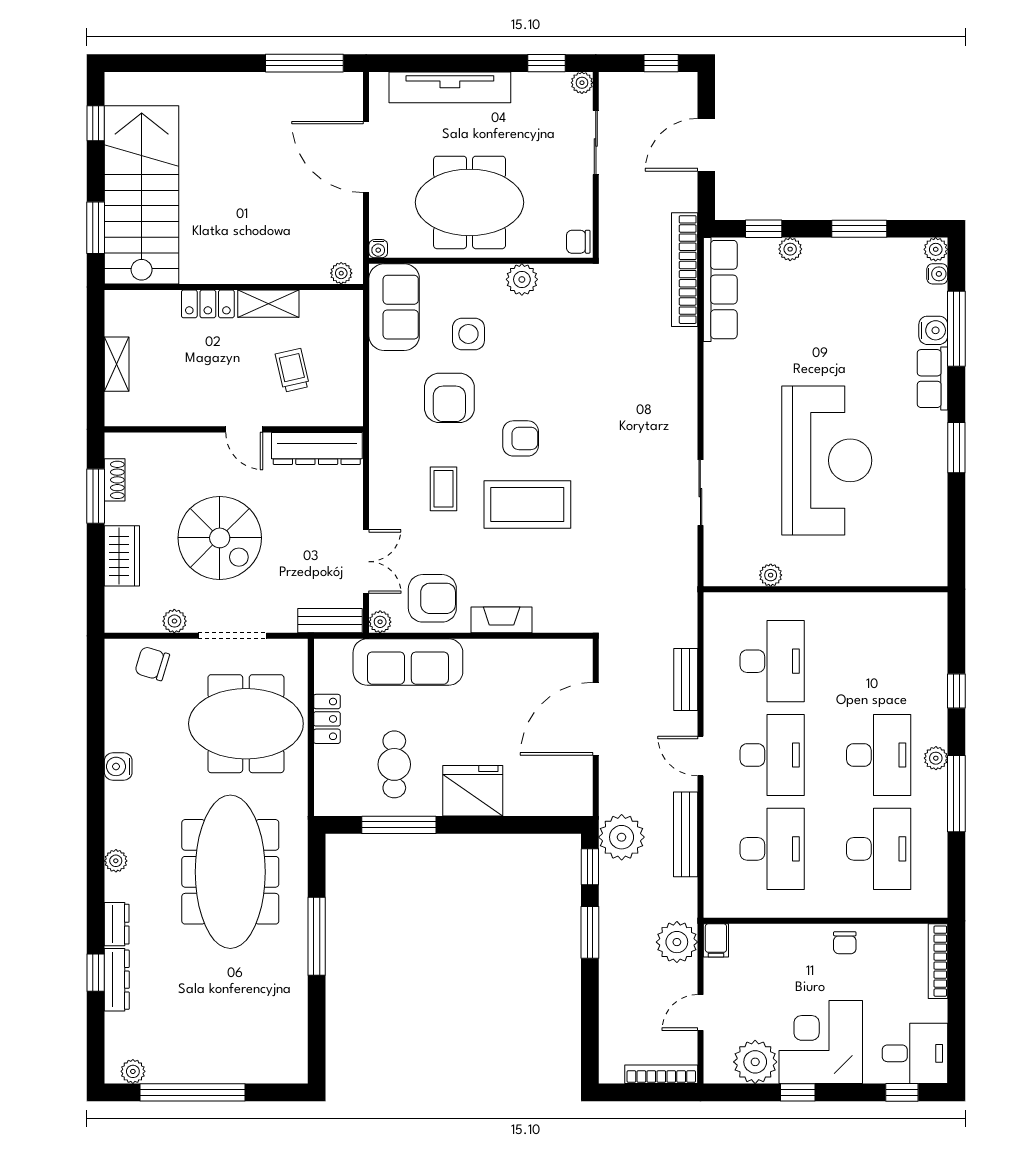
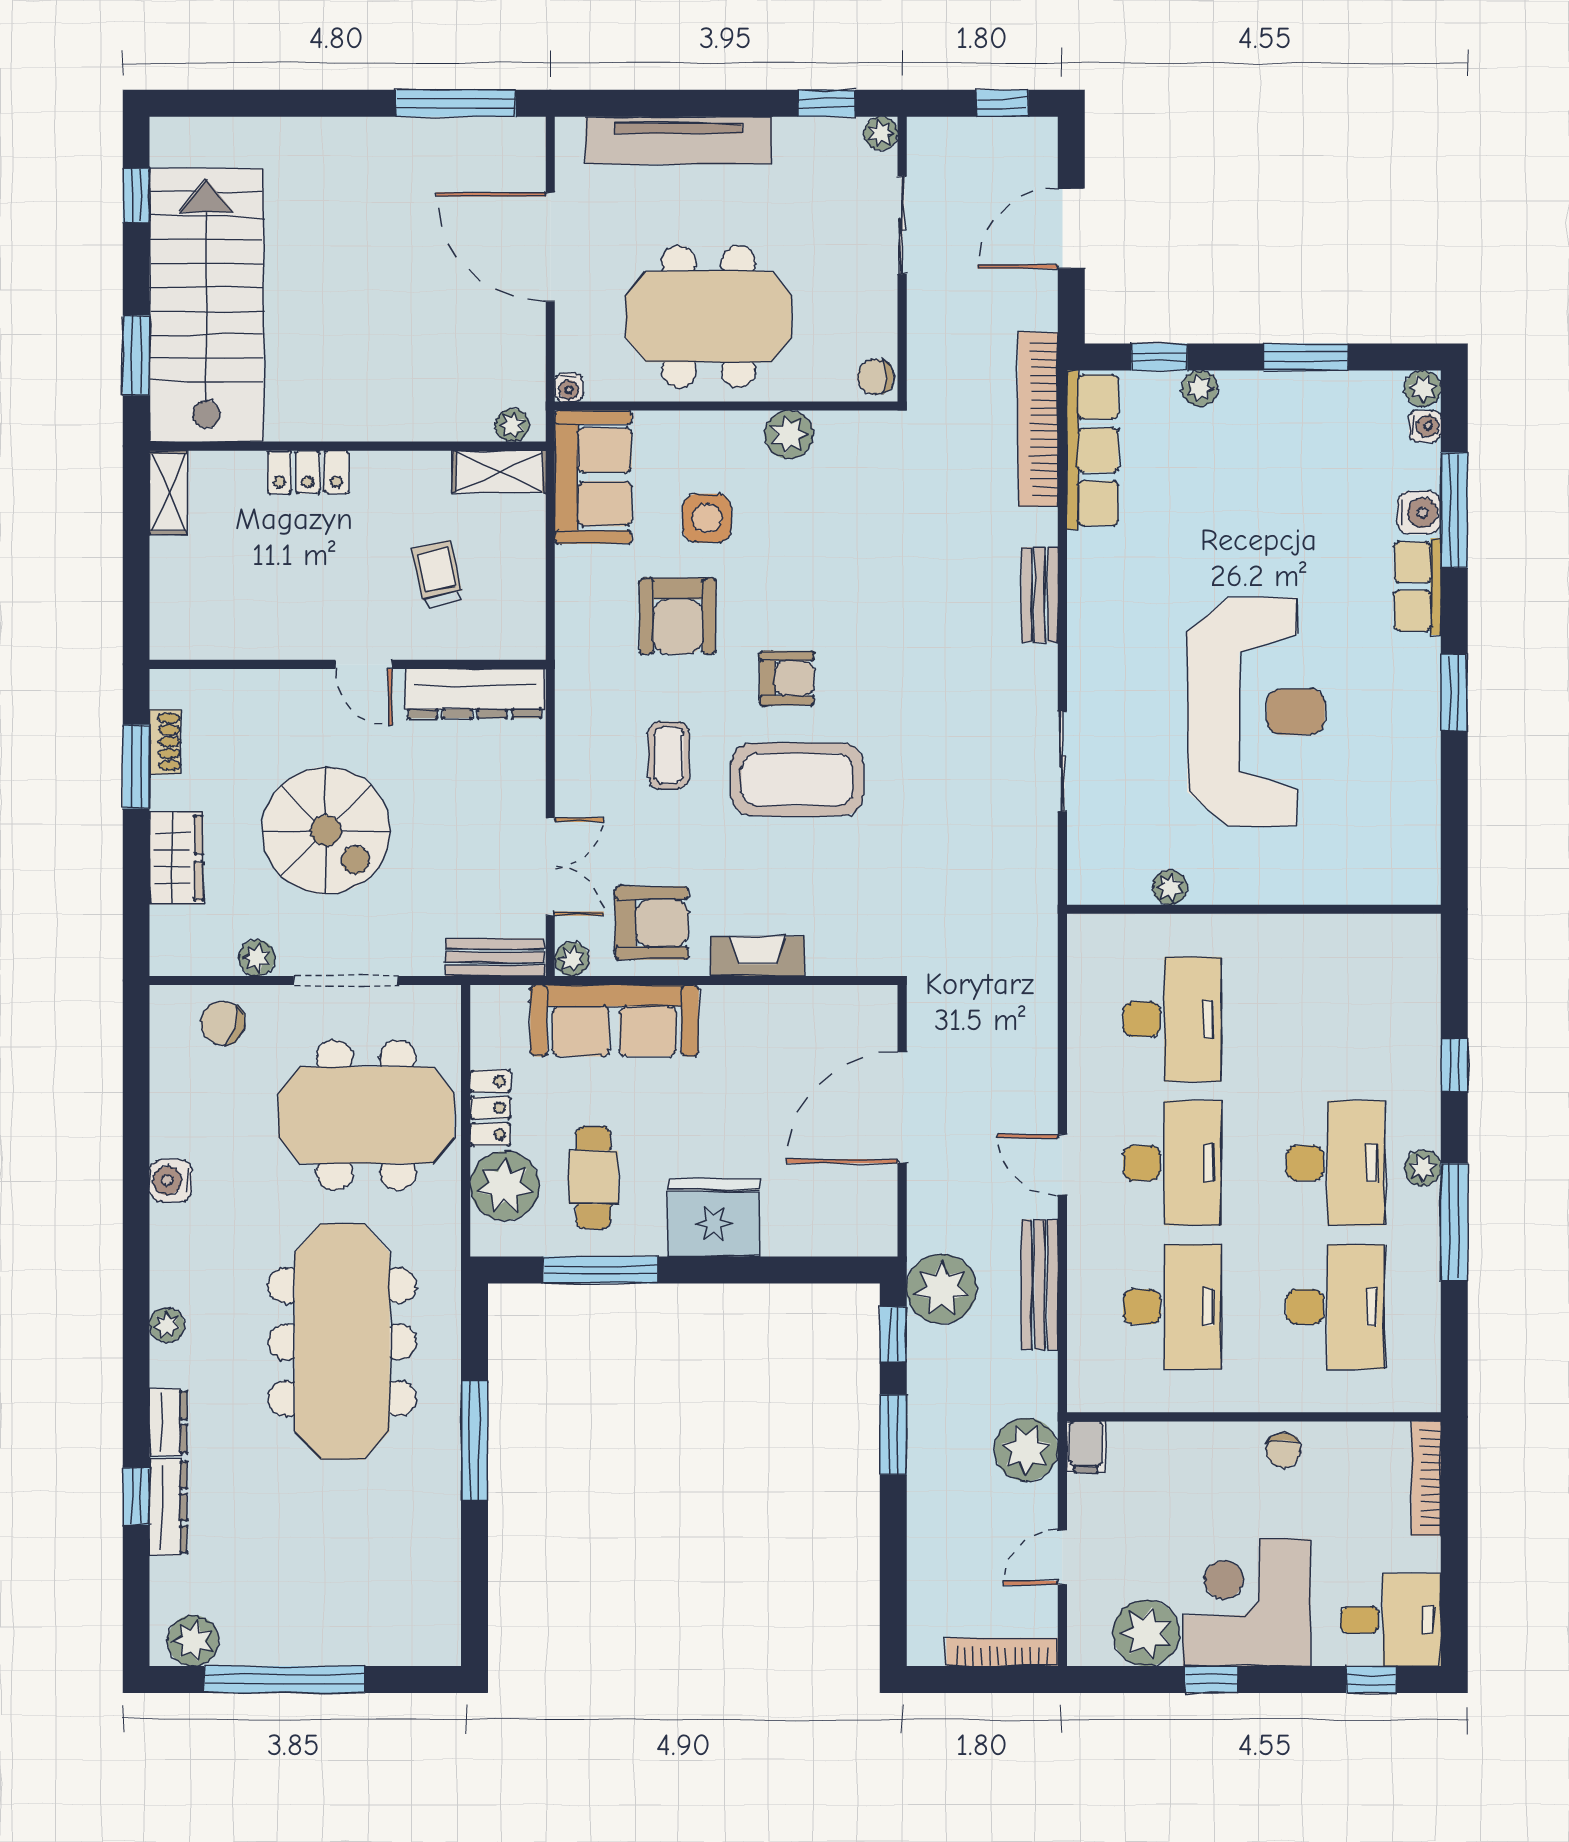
shelving: (268, 304) -> (499, 472), moved
shelving: (117, 364) -> (168, 492), moved
bench: (686, 680) -> (1040, 595), moved
plant: (336, 770) -> (505, 1186), added
plant: (133, 1071) -> (193, 1641), width x1.38, depth x1.38

